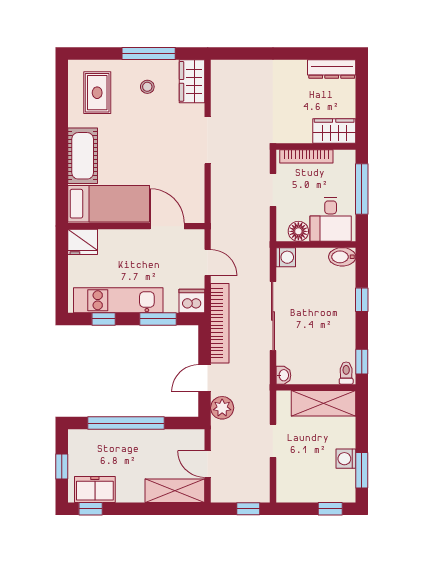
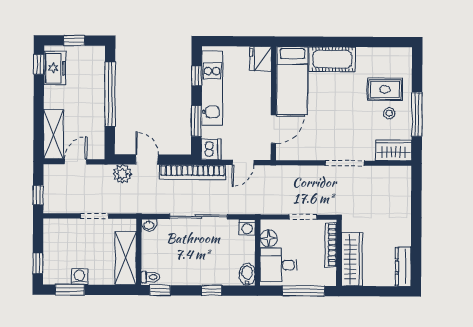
rug: (97, 93) -> (385, 89), moved
wardrobe: (334, 131) -> (352, 259), width x1.50

